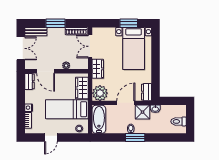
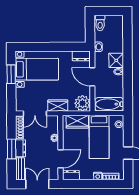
dresser: (56, 32) -> (21, 148), added
shower: (143, 112) -> (116, 60), moved
toilet: (178, 121) -> (100, 23), moved
window: (135, 138) -> (128, 67), removed

